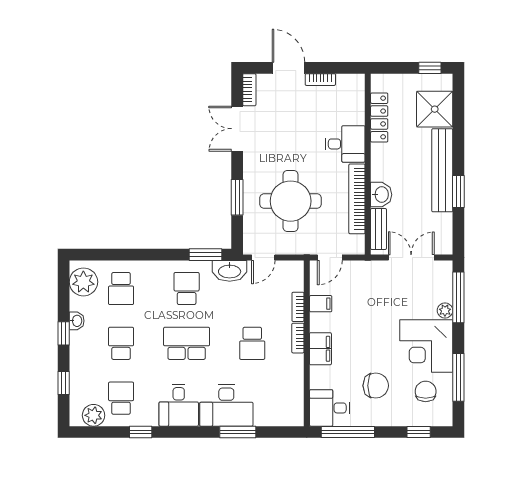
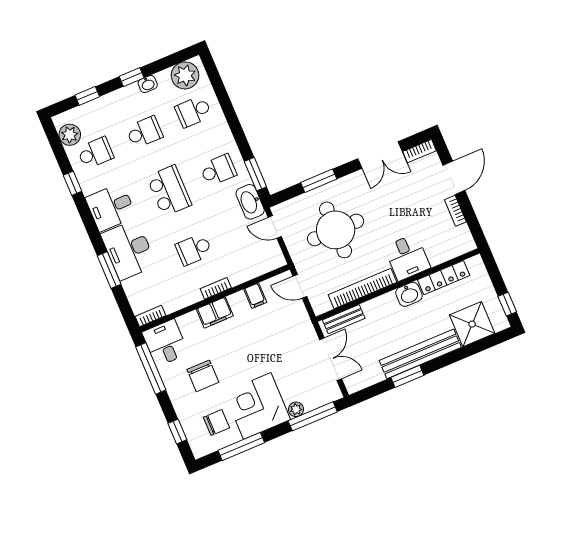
double door: (237, 129) -> (380, 155), swing flipped
washbasin: (381, 195) -> (409, 294), moved
bookcase: (298, 307) -> (151, 316), moved

